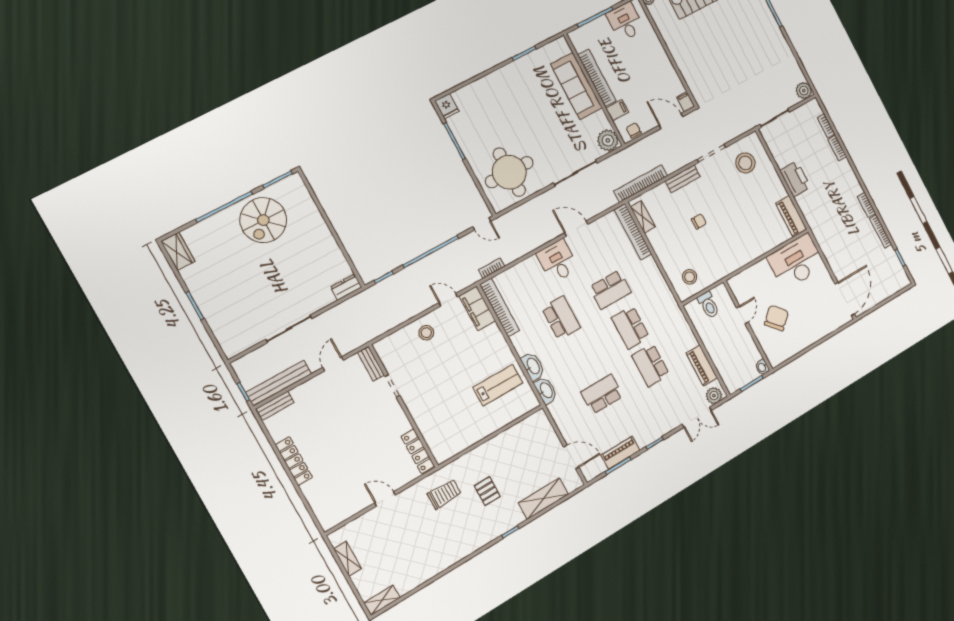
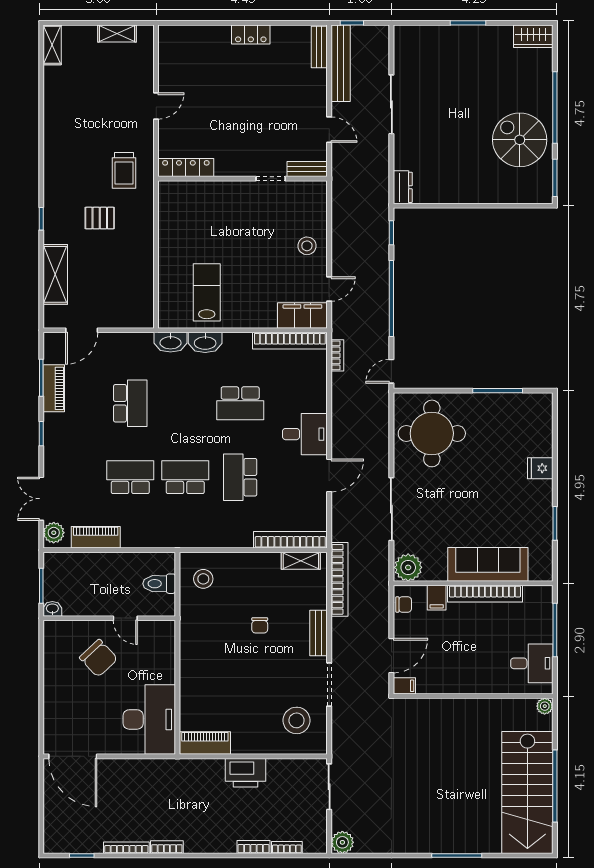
fridge: (447, 106) -> (540, 468), moved
lab bench: (498, 385) -> (207, 292), turned 180
locker: (294, 461) -> (251, 34), width x0.66

